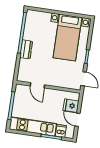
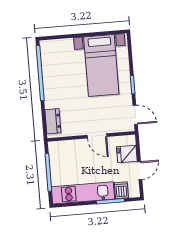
dresser: (26, 49) -> (53, 121), moved
door: (37, 85) -> (97, 136), moved
door: (77, 120) -> (140, 171), swing flipped

